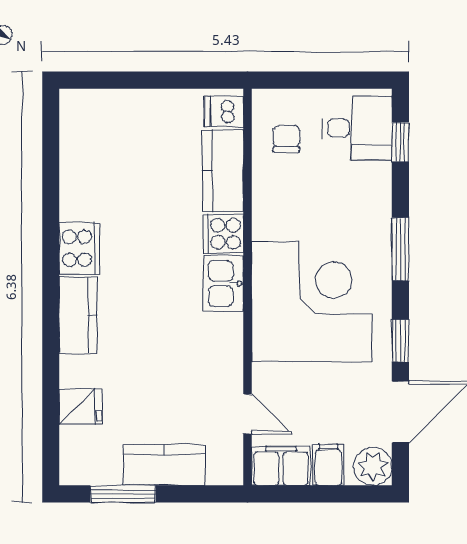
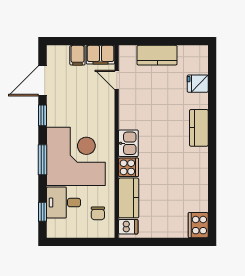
desk: (357, 128) -> (64, 203), moved
cooker: (79, 248) -> (198, 225), moved
corner desk: (312, 302) -> (76, 156), moved, turned 180
plant: (373, 466) -> (56, 54), removed
window: (123, 494) -> (177, 41), removed

